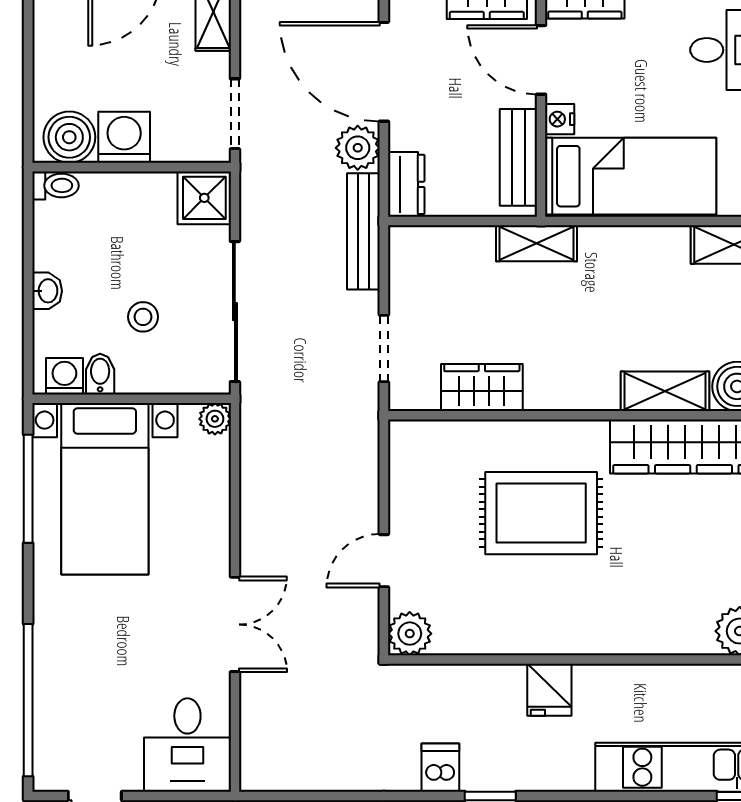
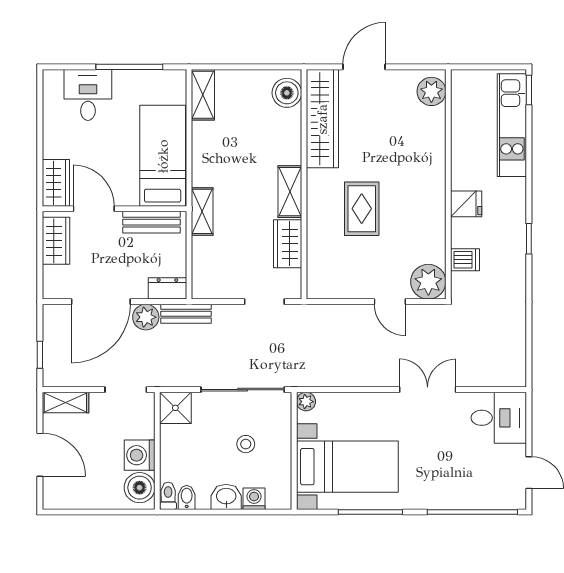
door: (541, 60) -> (94, 209), swing flipped
nightstand: (560, 119) -> (129, 198), removed
bench: (363, 231) -> (186, 314), width x0.73
washbasin: (47, 291) -> (226, 497), width x1.38, depth x1.45
bidet: (100, 374) -> (187, 497), moved, turned 90
washing machine: (64, 376) -> (254, 499), moved, turned 90
shelving: (665, 391) -> (290, 192), moved
window: (28, 489) -> (370, 512), moved
rug: (541, 513) -> (362, 209), width x0.73, depth x0.70
plant: (410, 634) -> (428, 282), width x1.36, depth x1.36
dishwasher: (440, 768) -> (465, 260), moved, turned 180

